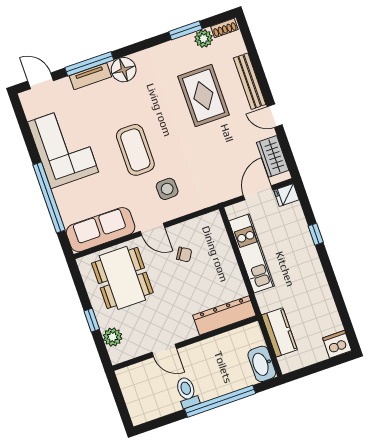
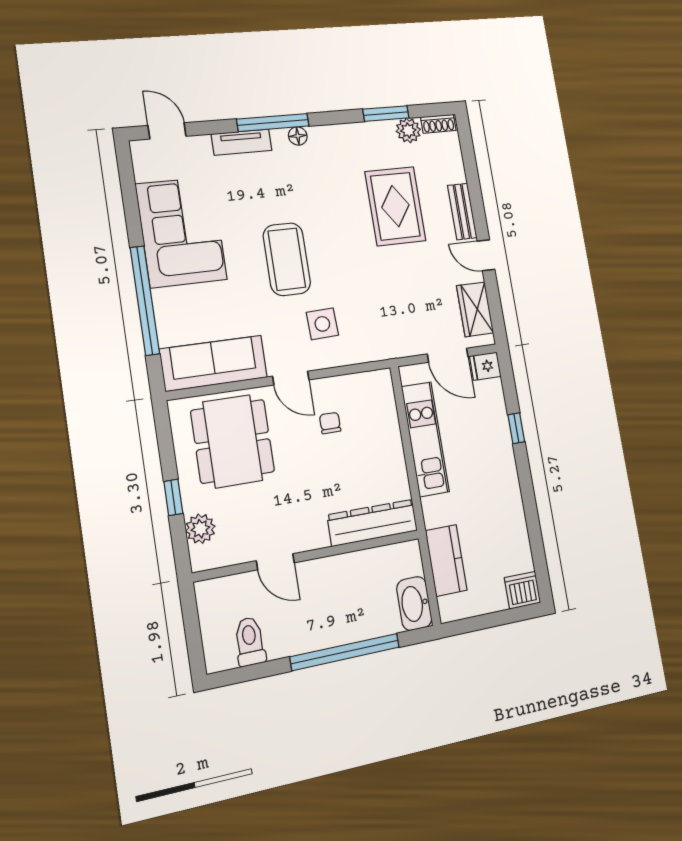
window: (89, 64) -> (273, 122), moved
floor lamp: (124, 70) -> (298, 136), width x0.53, depth x0.53
bench: (250, 81) -> (462, 212), width x0.73
door: (258, 193) -> (448, 355), swing flipped
chair: (184, 254) -> (330, 423), turned -122
toilet: (187, 392) -> (250, 642), moved

